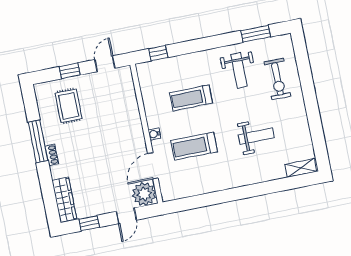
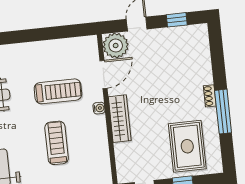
treadmill: (191, 98) -> (57, 143), turned -90
rug: (69, 106) -> (187, 146), width x1.36, depth x1.43
wardrobe: (64, 200) -> (120, 119), moved, turned 180

